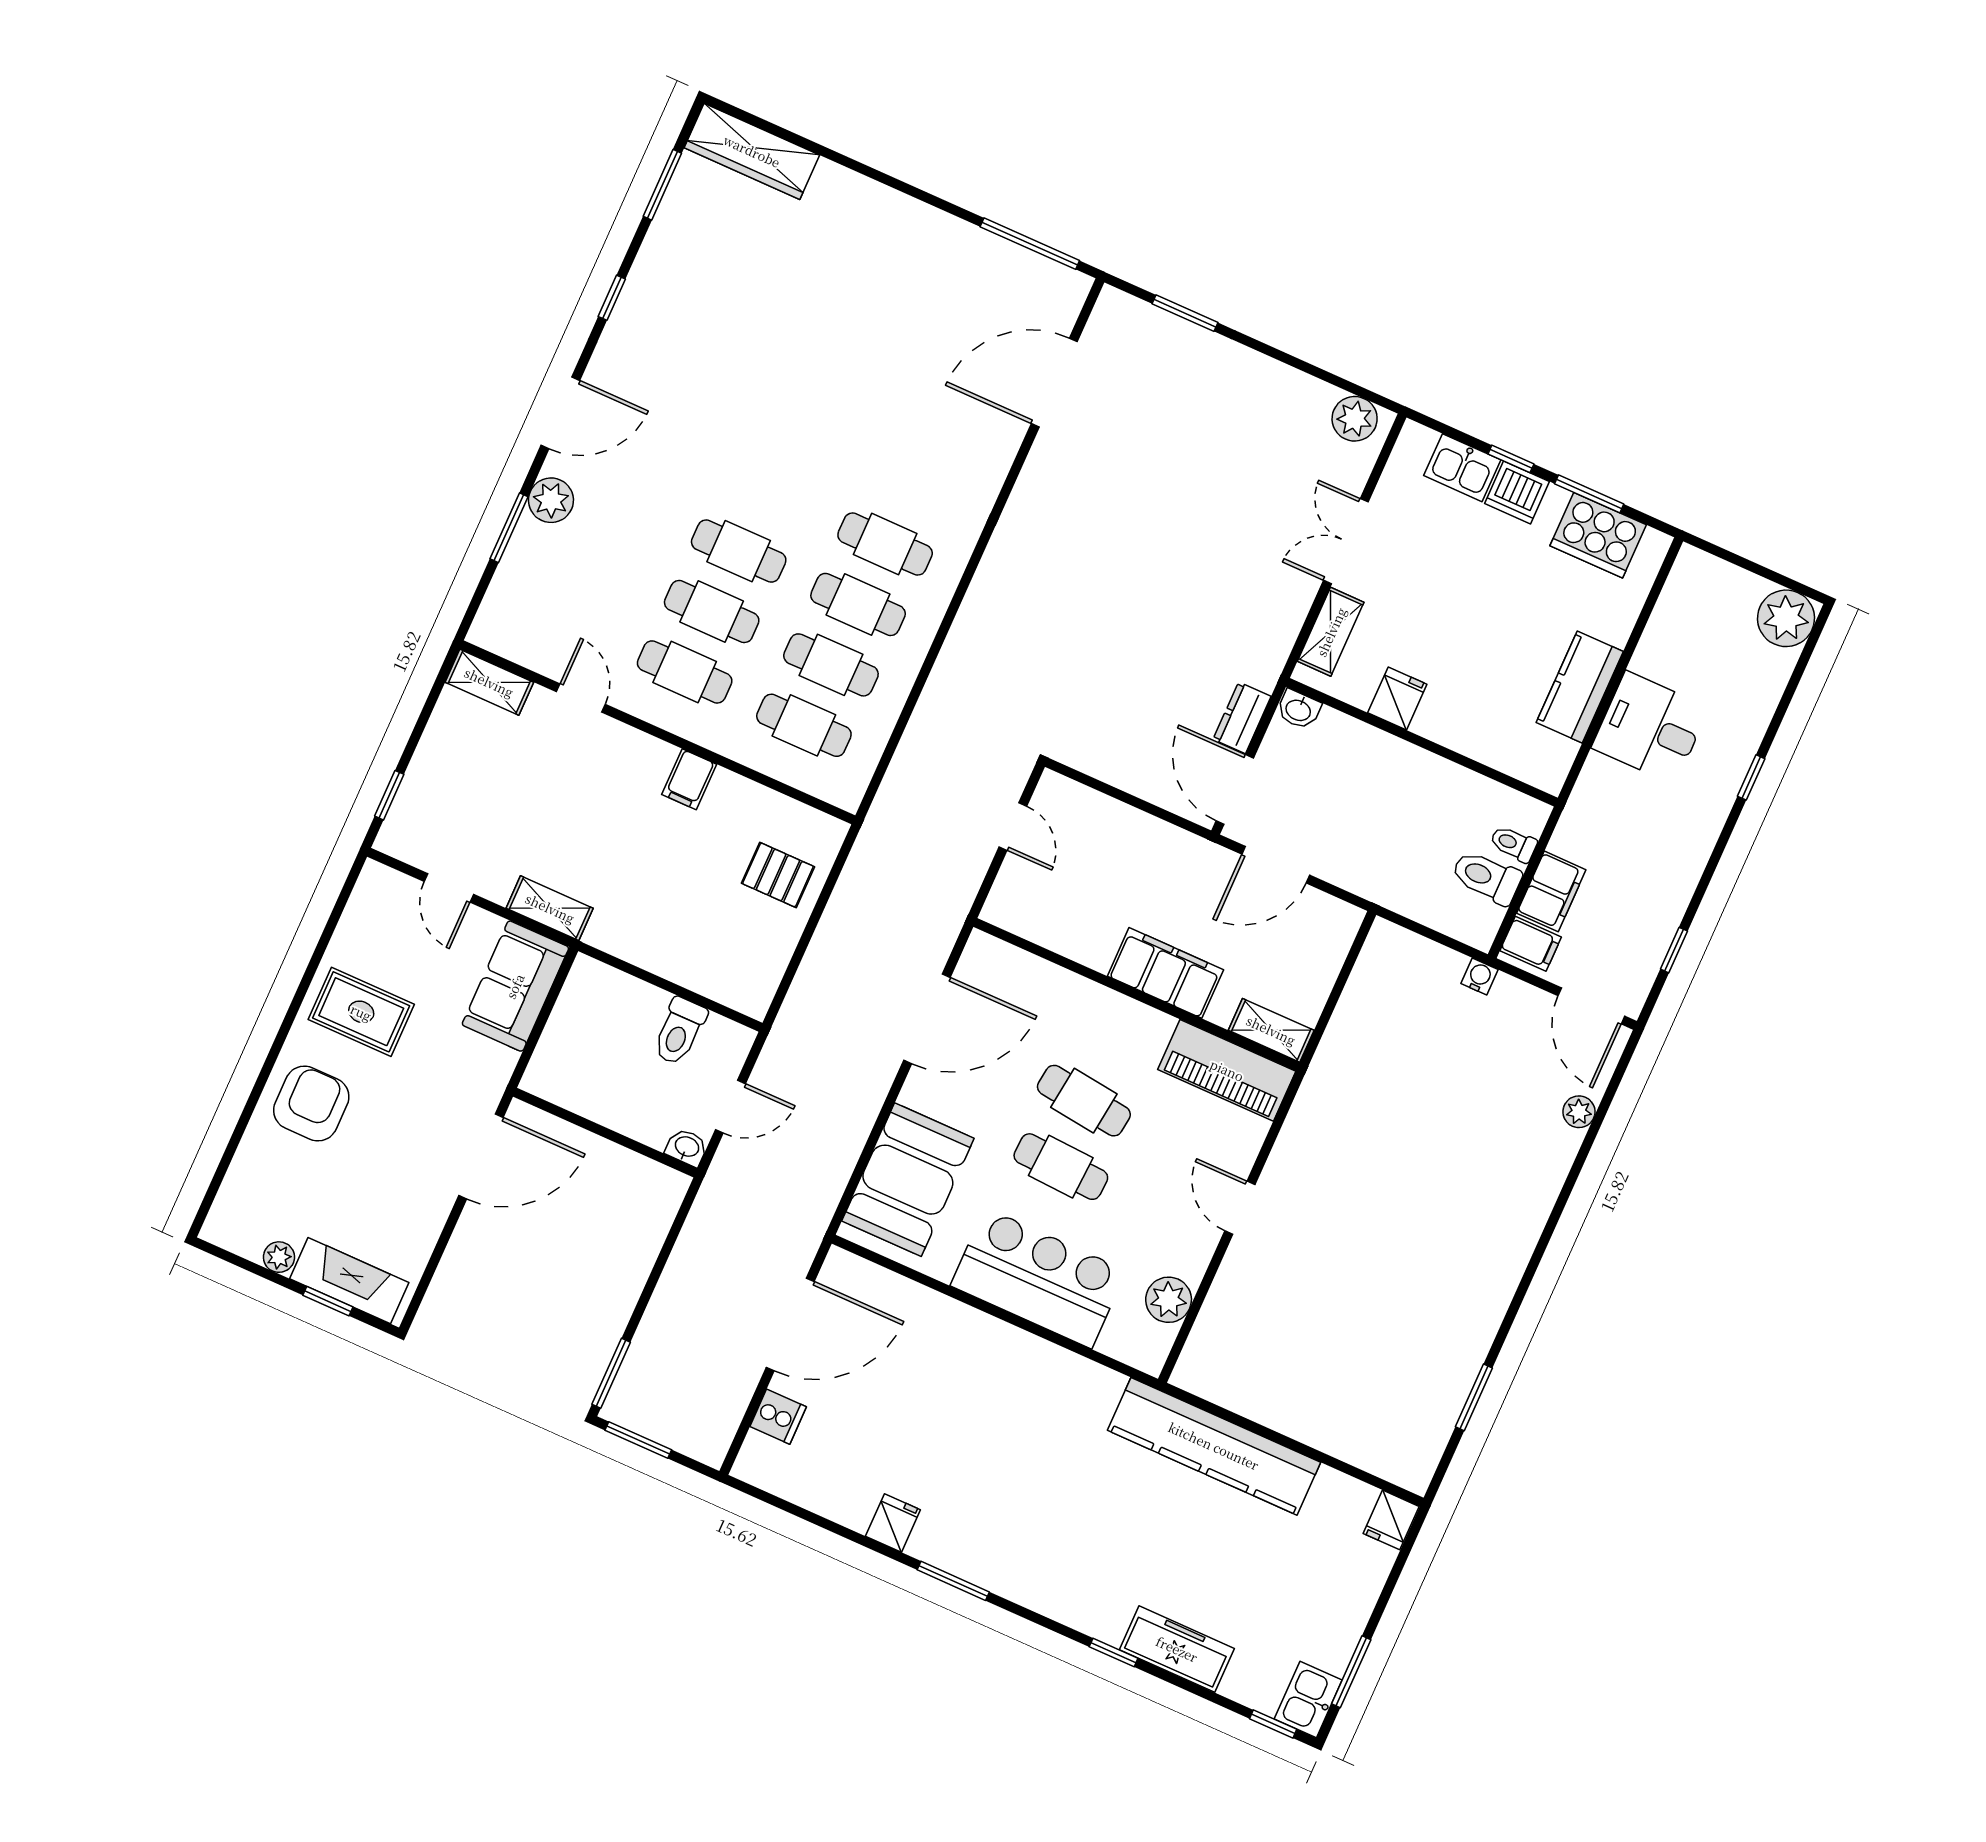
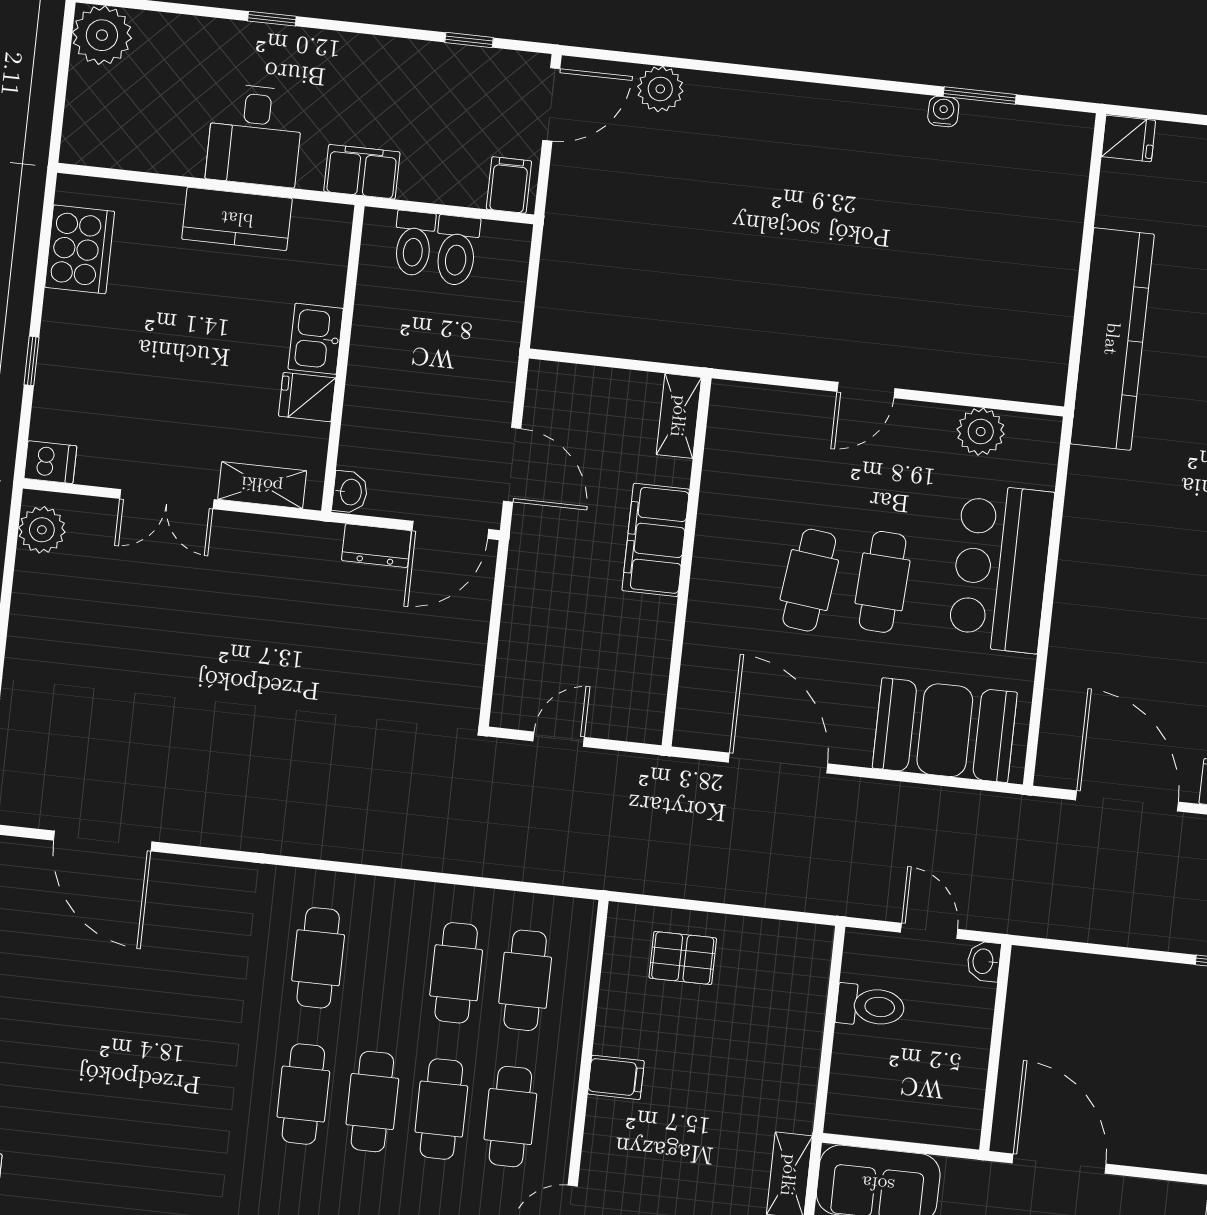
kitchen sink: (1462, 468) -> (316, 339), moved, turned 180
dishwasher: (1517, 493) -> (50, 462), moved, width x0.73
window: (1589, 494) -> (41, 272), removed
cafe table: (858, 604) -> (303, 1094), moved
toilet: (1513, 844) -> (414, 243), width x1.37, depth x1.39
pallet: (778, 875) -> (683, 958), turned 90
filing cabinet: (1551, 891) -> (362, 172), moved
water cooler: (1480, 977) -> (943, 111), moved, turned 90
piano: (1227, 1070) -> (733, 447), removed
plant: (1579, 1112) -> (660, 89), width x1.38, depth x1.38

